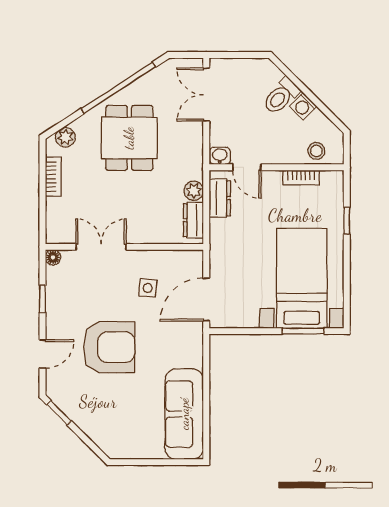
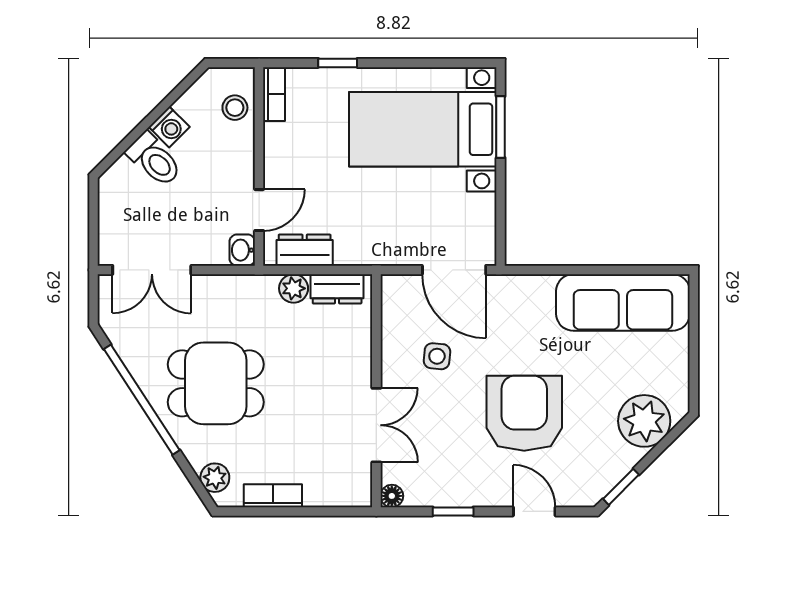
bookcase: (301, 177) -> (274, 94), moved
double door: (101, 247) -> (376, 425), swing flipped
plant: (104, 429) -> (644, 421), added

